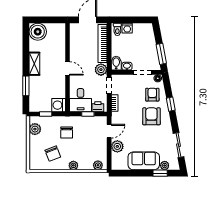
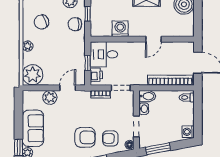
washing machine: (127, 28) -> (188, 132), moved
door: (67, 68) -> (153, 39), moved
plant: (101, 70) -> (140, 78), removed
armchair: (152, 95) -> (110, 138), turned 180
washing machine: (59, 105) -> (120, 29), moved
door: (109, 131) -> (68, 88), swing flipped
chair: (67, 133) -> (75, 24), moved
plant: (98, 165) -> (33, 75), width x1.87, depth x1.87

